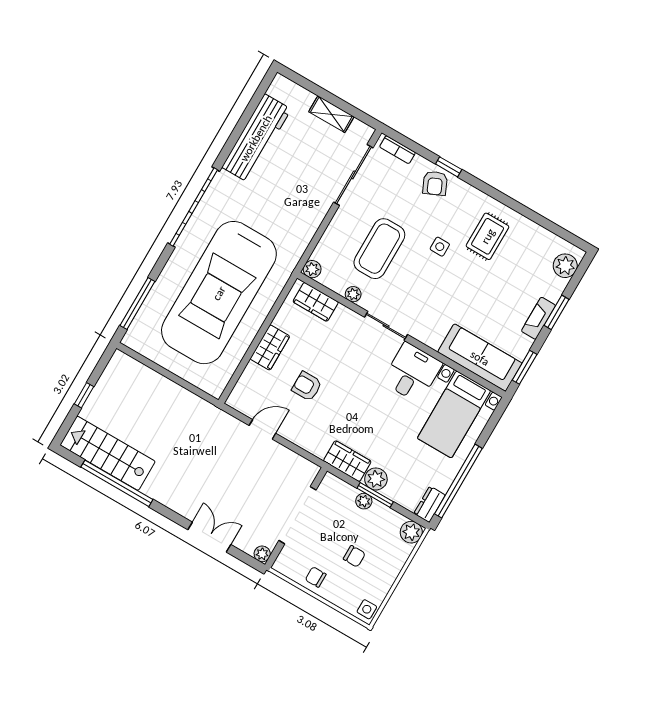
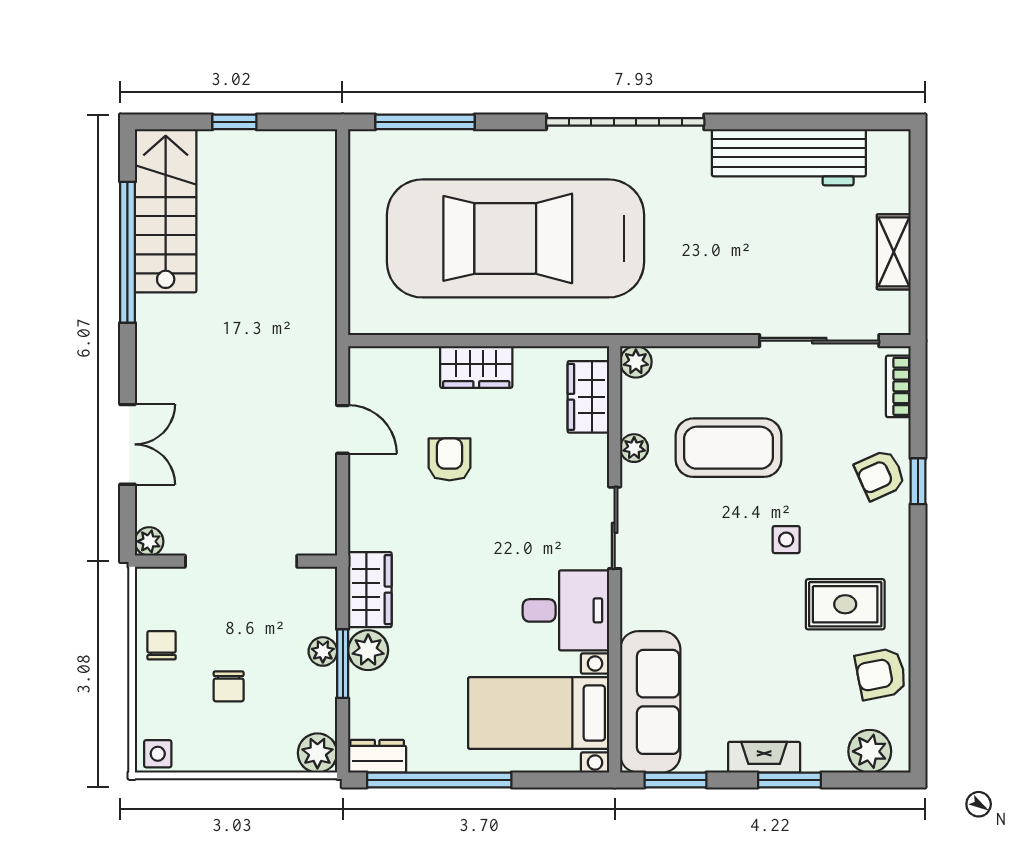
armchair: (531, 239) -> (881, 674), added

